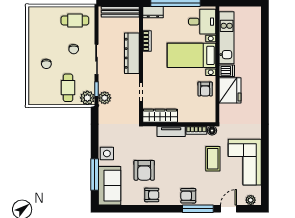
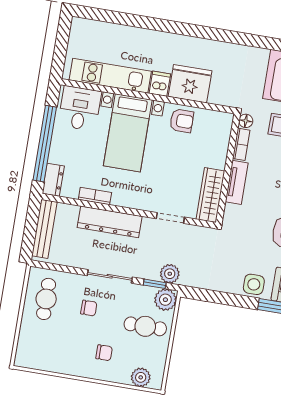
plant: (34, 90) -> (141, 377), added

